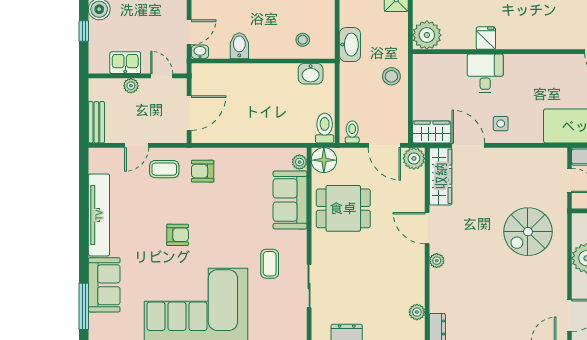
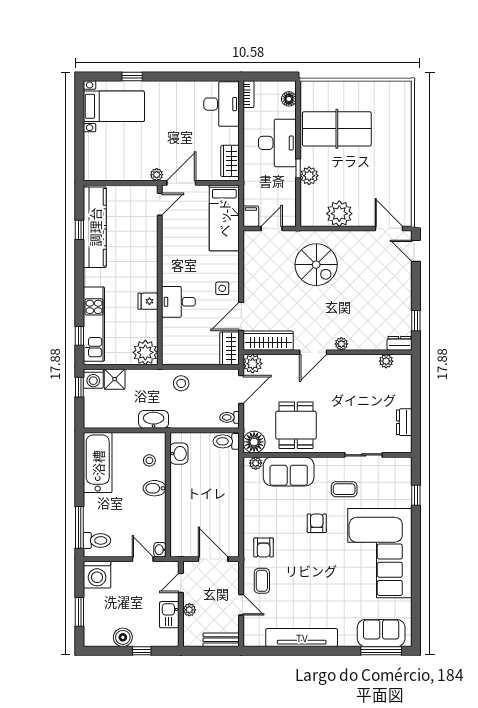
bidet: (239, 46) -> (155, 488), moved
armchair: (178, 235) -> (317, 523), moved
sofa: (104, 285) -> (381, 633), moved

